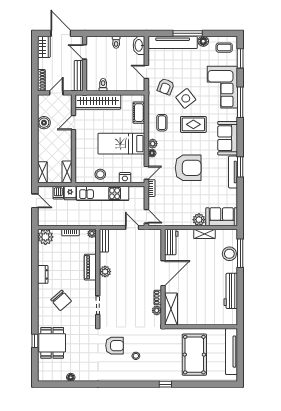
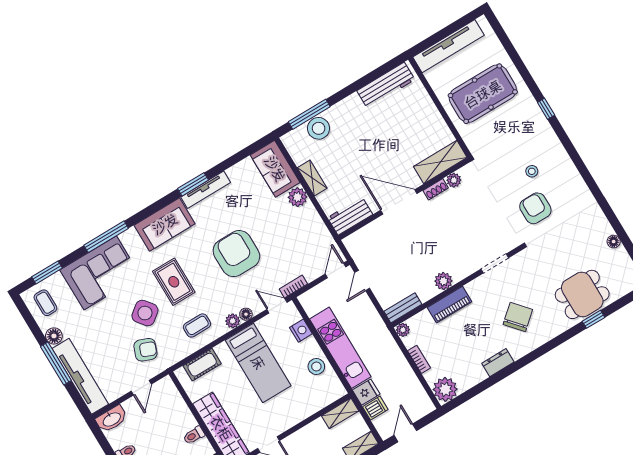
workbench: (231, 291) -> (386, 85), moved

